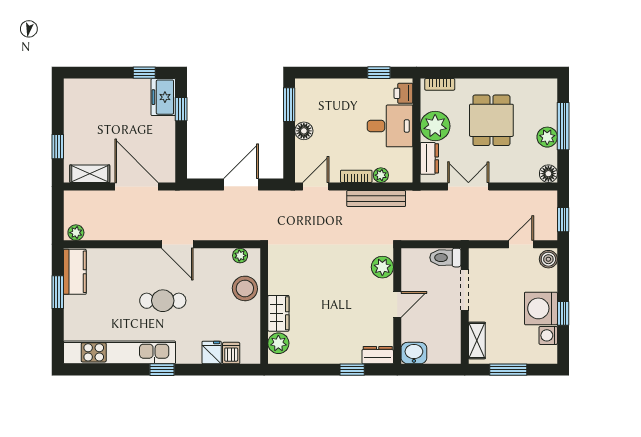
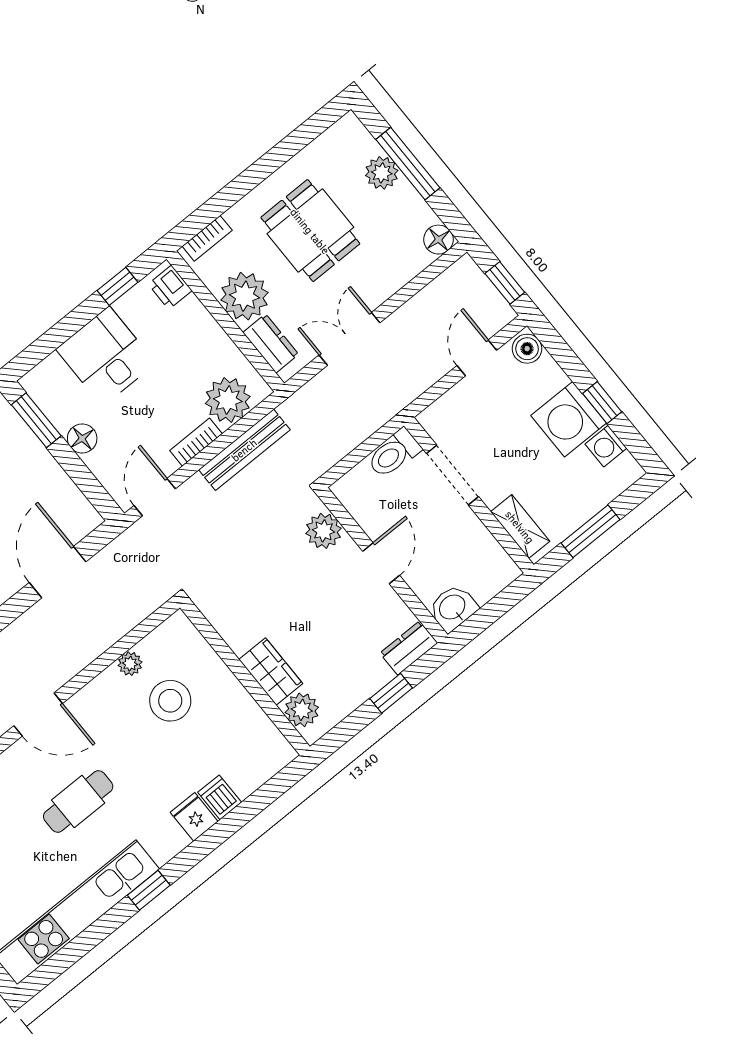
desk: (390, 126) -> (106, 356), moved, turned -90
plant: (547, 137) -> (382, 173), moved
plant: (381, 175) -> (228, 400), width x1.88, depth x1.88
wall: (264, 306) -> (245, 677), moved
wardrobe: (278, 313) -> (271, 672), moved
plant: (278, 343) -> (302, 710), moved

